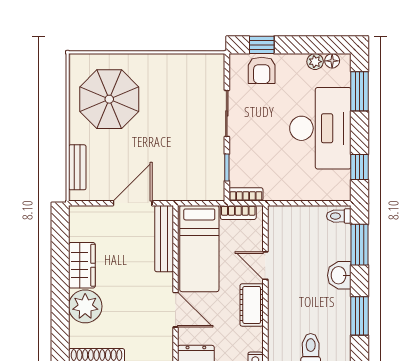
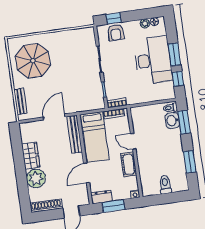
window: (359, 91) -> (174, 54), moved
washbasin: (339, 275) -> (172, 121), moved
door: (176, 310) -> (87, 173), swing flipped

